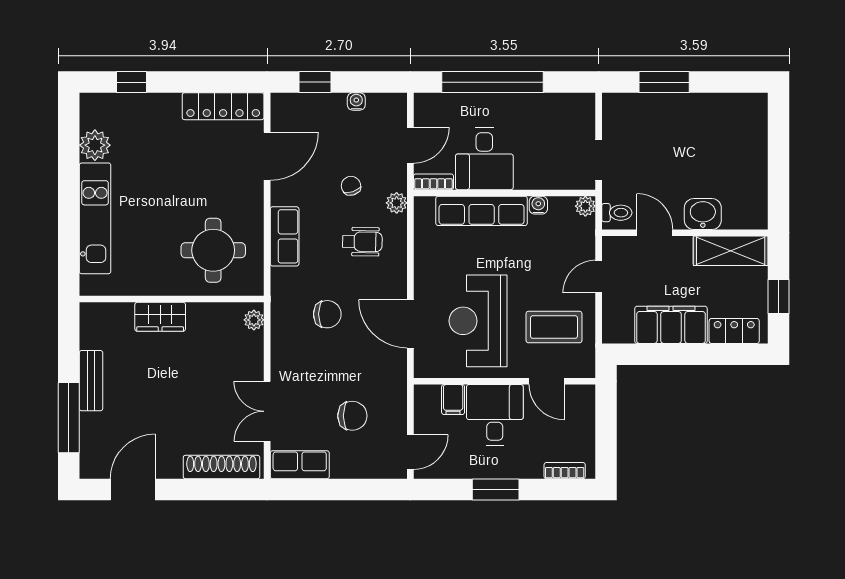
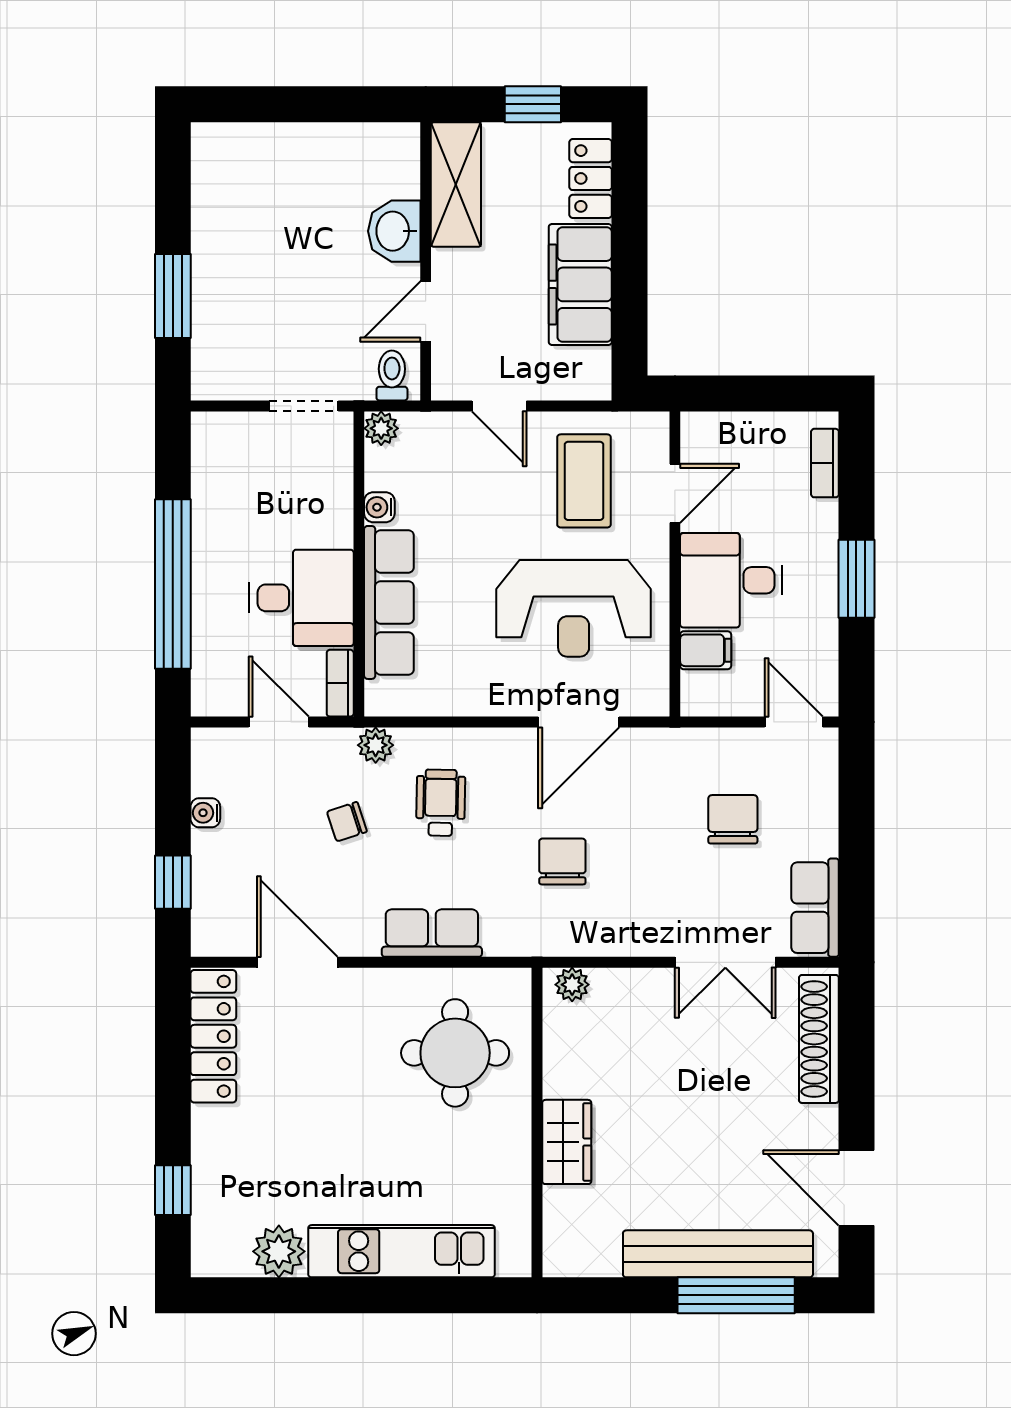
bench: (91, 381) -> (718, 1254), width x1.86, depth x1.21

